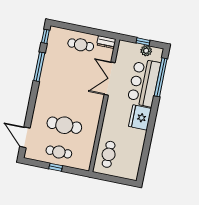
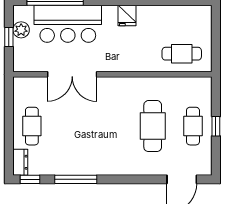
dresser: (106, 42) -> (20, 162), moved
fridge: (140, 117) -> (127, 16), width x0.53, depth x0.75

